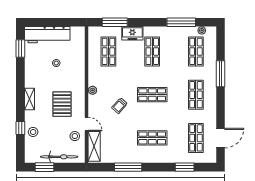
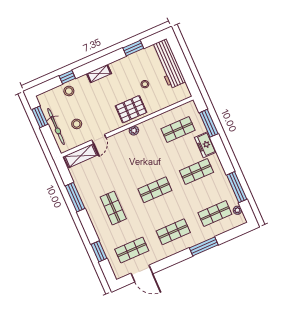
window: (20, 48) -> (133, 48), moved
shop shelf: (152, 95) -> (155, 190), turned 90
pallet: (62, 104) -> (131, 109), moved
trolley: (120, 106) -> (131, 163), removed
stool: (75, 136) -> (77, 124), moved

